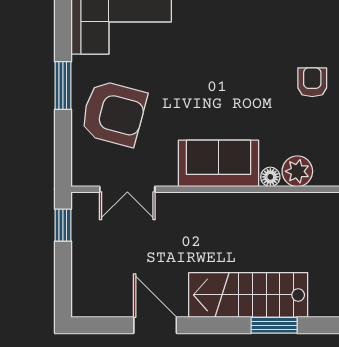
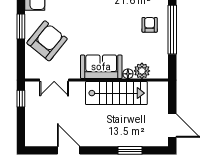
armchair: (114, 113) -> (47, 41), turned -66
stairs: (248, 295) -> (116, 93), moved, turned 180

